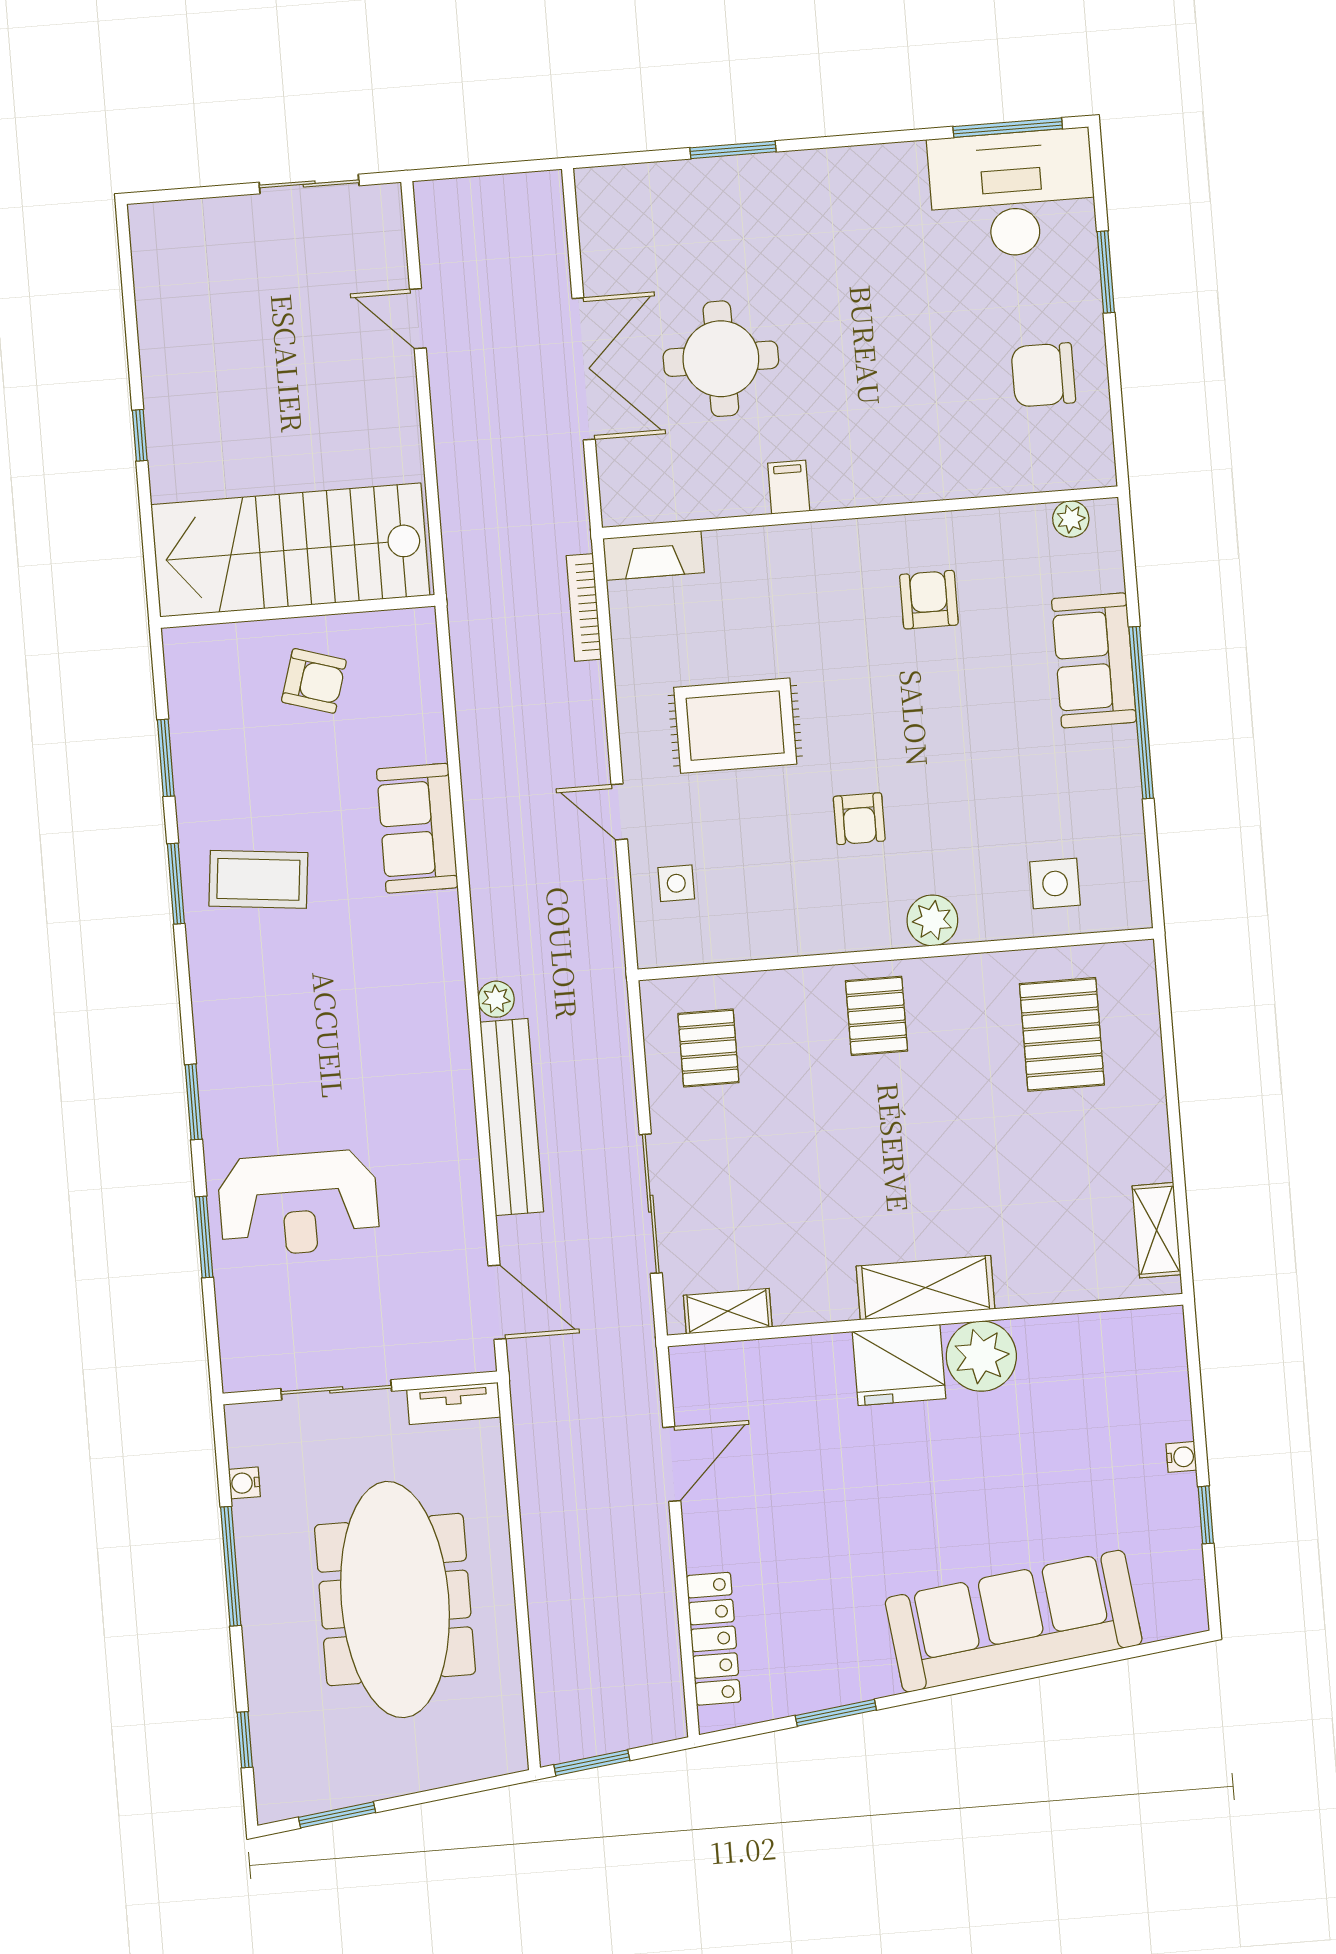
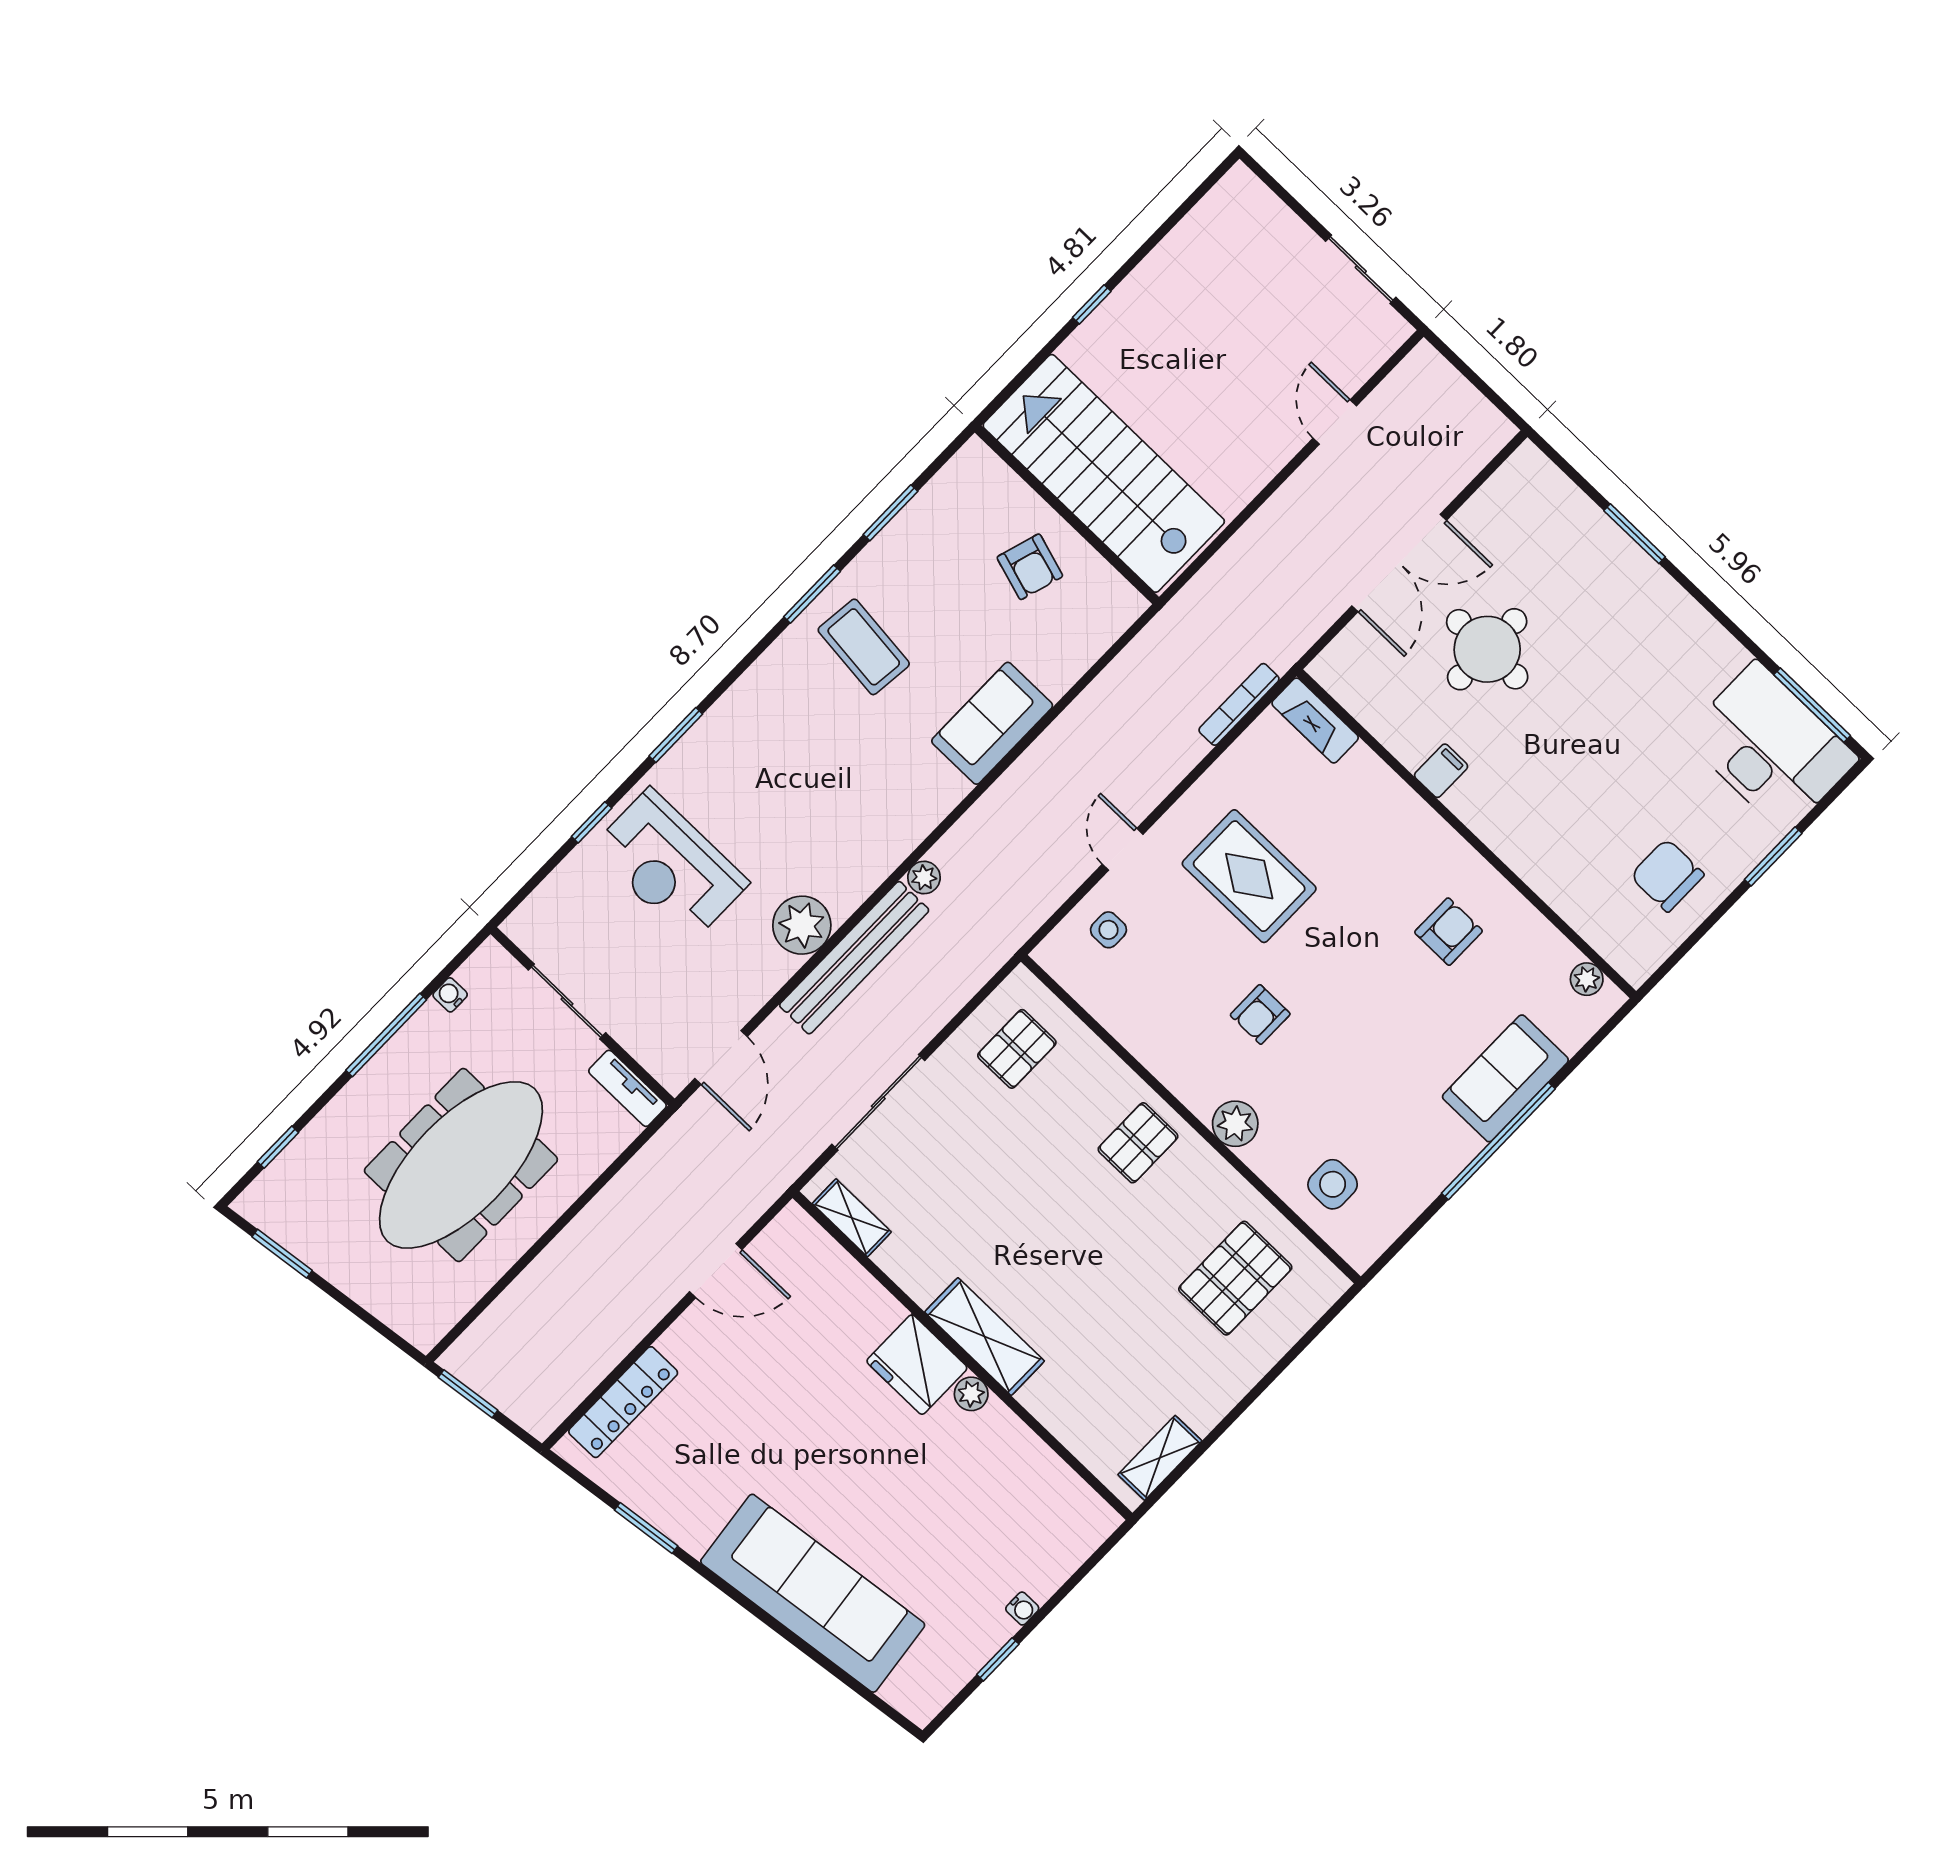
plant: (446, 1137) -> (802, 925), added
window: (204, 1237) -> (592, 822), width x0.67
plant: (981, 1356) -> (971, 1394), width x0.53, depth x0.53

